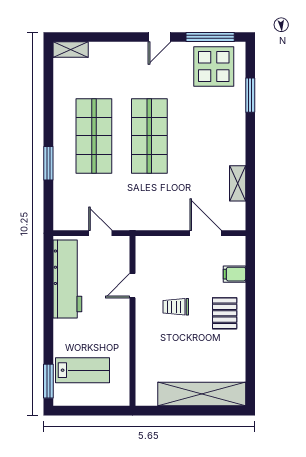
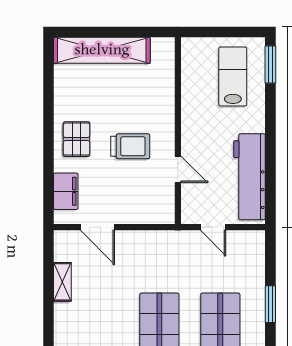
filing cabinet: (234, 274) -> (66, 191), width x2.00
door: (132, 286) -> (178, 169), hinge flipped
trolley: (176, 307) -> (130, 146), width x1.36, depth x1.39
lab bench: (83, 370) -> (233, 76), turned 90

